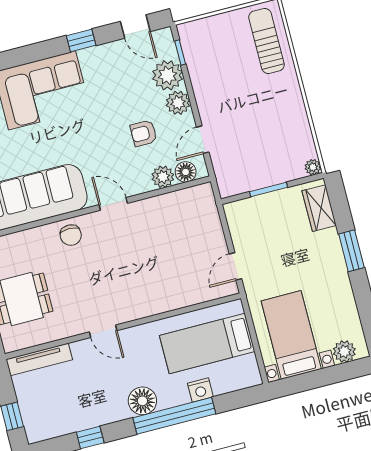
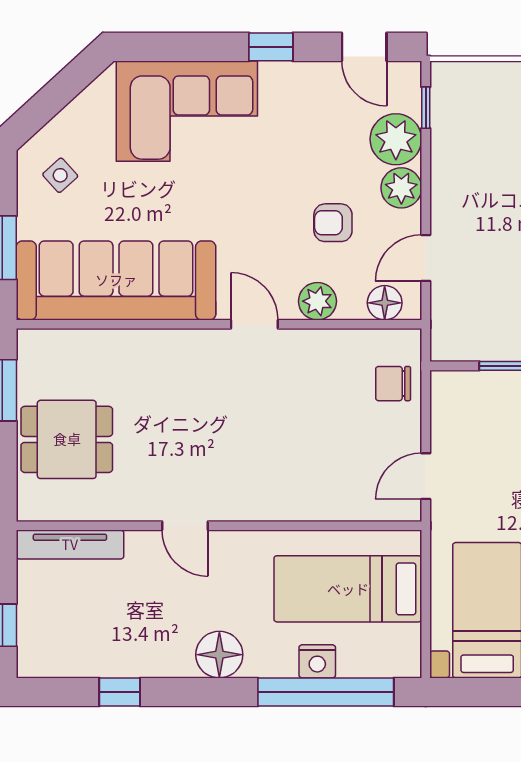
plant: (163, 177) -> (317, 301), moved
chair: (71, 235) -> (393, 384), moved, turned 90
window: (174, 416) -> (326, 692), moved

